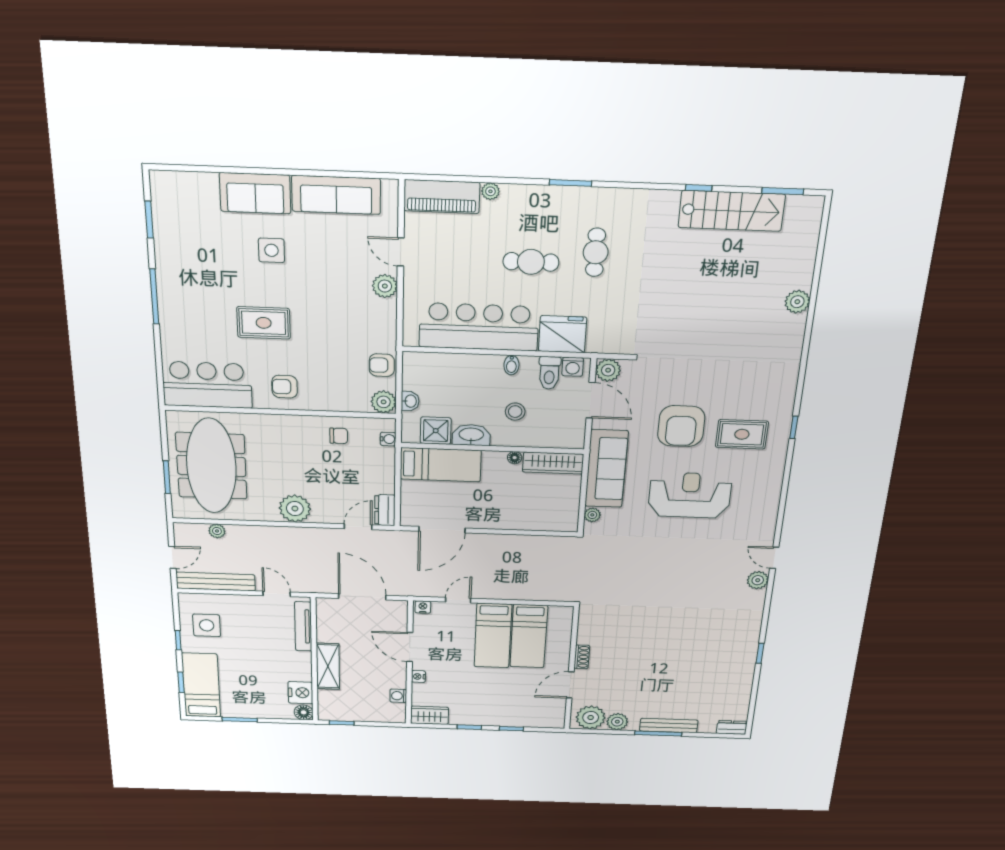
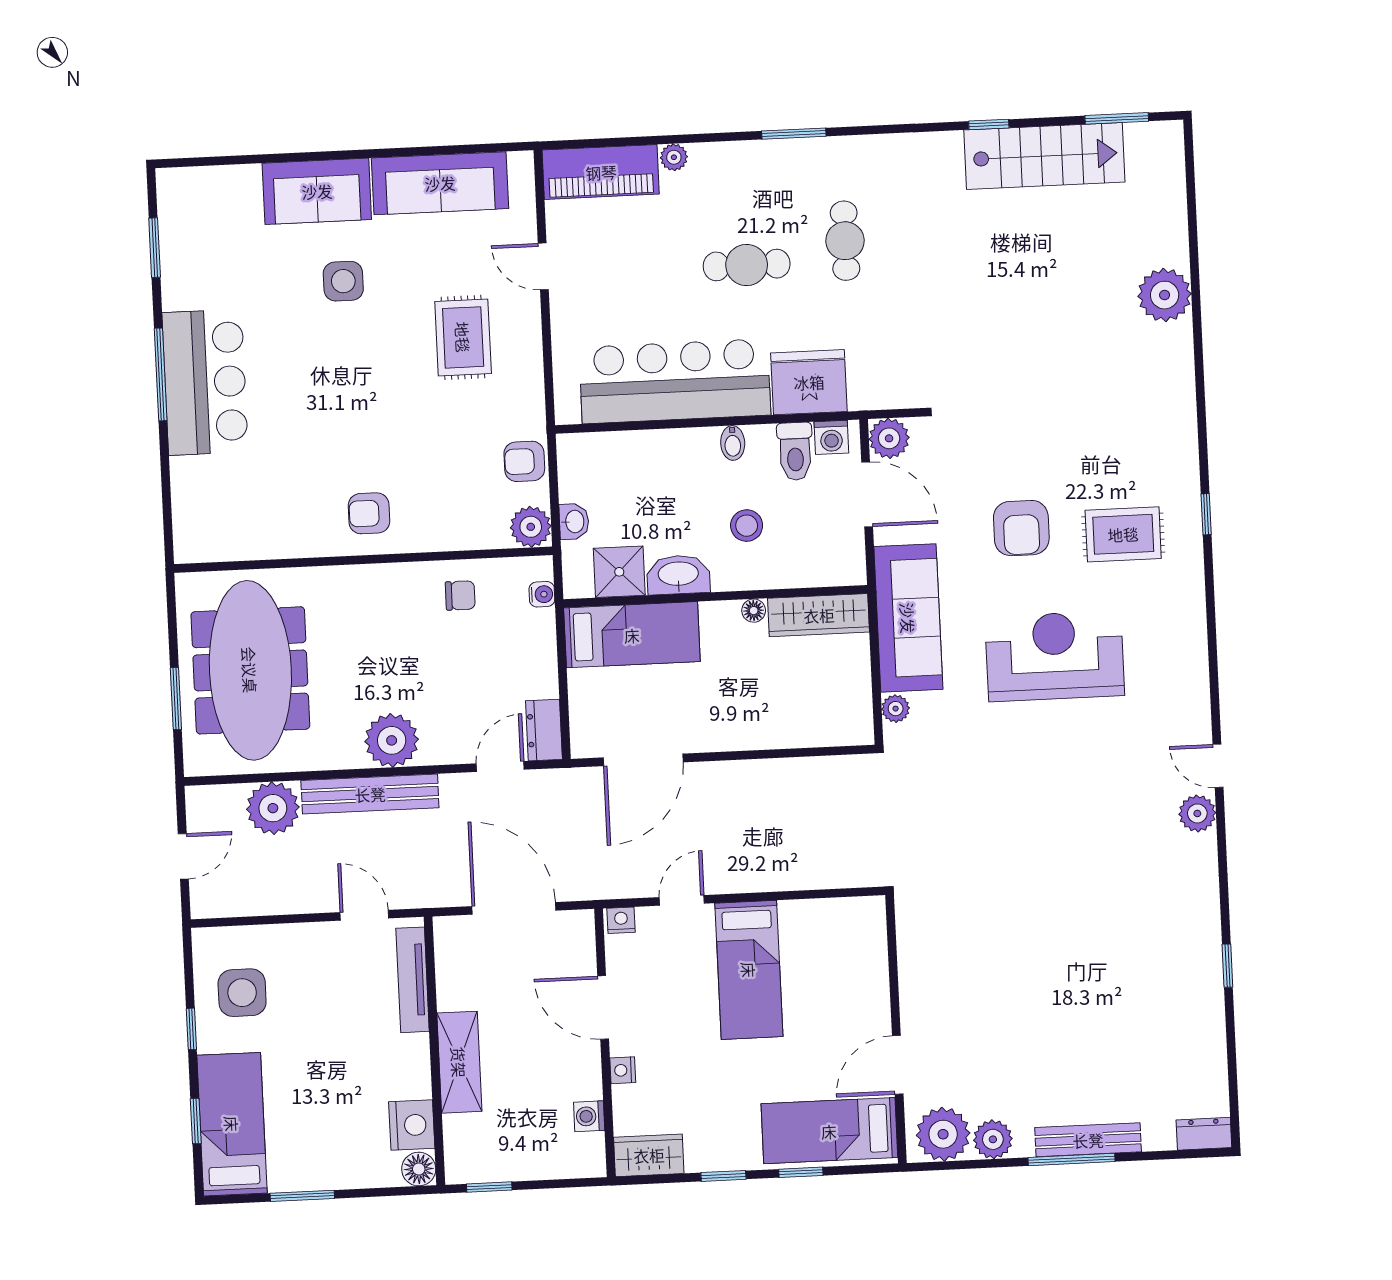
plant: (385, 286) -> (522, 325), removed
plant: (797, 302) -> (1165, 295), width x1.36, depth x1.36
rug: (264, 323) -> (463, 337), moved, turned 90
bar counter: (207, 385) -> (205, 382), moved, turned 90
armchair: (681, 426) -> (1021, 528), width x0.73, depth x0.73
plant: (217, 531) -> (273, 808), width x1.88, depth x1.88
bench: (216, 581) -> (370, 794), moved
bed: (529, 636) -> (829, 1131), moved, turned 90
shoe rack: (582, 657) -> (911, 1001), removed

